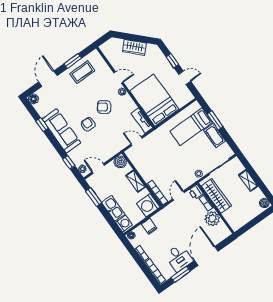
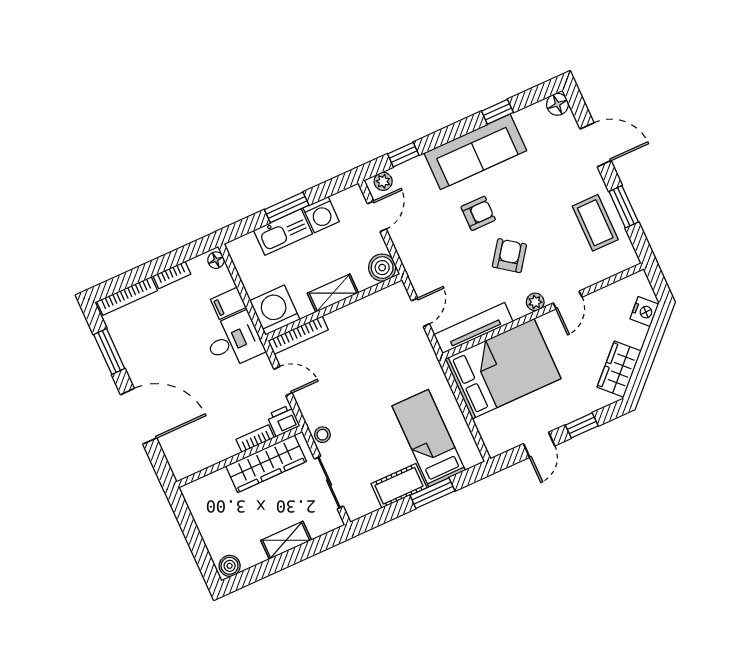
nightstand: (117, 43) -> (644, 311), added
wardrobe: (134, 47) -> (619, 369), moved
tv unit: (142, 121) -> (473, 328), width x1.41
window: (94, 197) -> (287, 207), moved
plant: (212, 219) -> (218, 445), removed
washing machine: (124, 224) -> (321, 215), moved
desk: (179, 258) -> (234, 341), moved, turned 180

